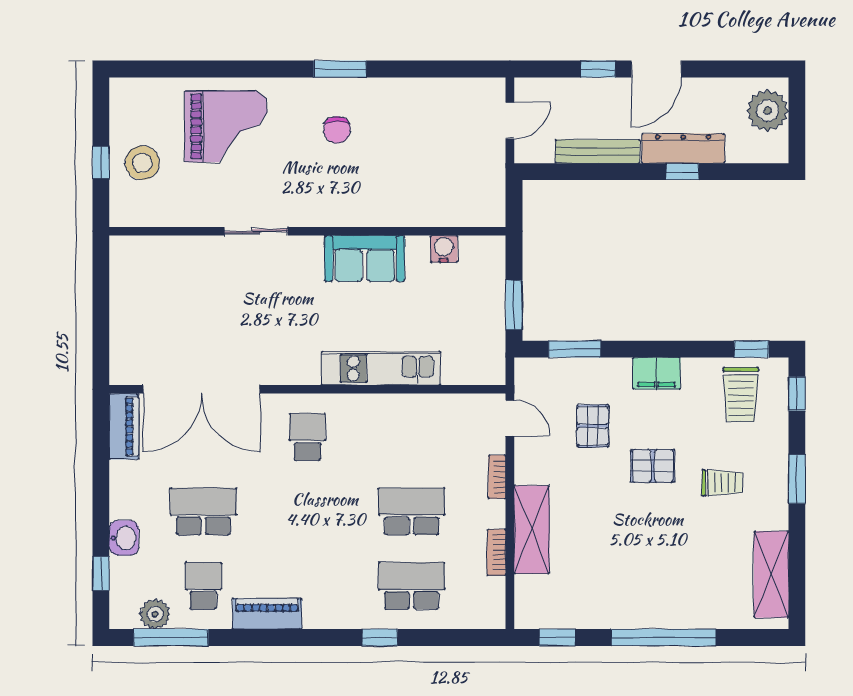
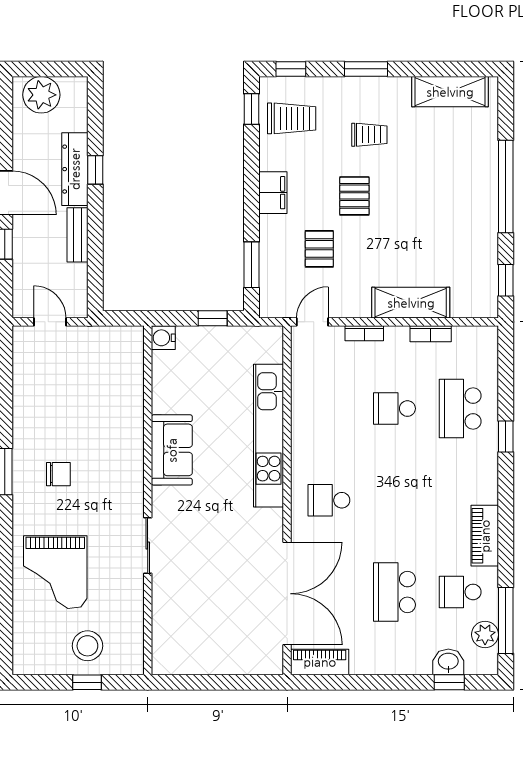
grand piano: (226, 126) -> (55, 572), turned 180
bench: (597, 152) -> (77, 235), width x0.73
water cooler: (444, 249) -> (163, 338), moved
window: (514, 305) -> (213, 318), width x0.67
kitchen unit: (381, 368) -> (269, 436), width x1.36
pallet: (593, 426) -> (319, 249), turned 90
trolley: (722, 483) -> (369, 135), turned 90
school desk: (412, 511) -> (395, 409), width x0.54
washbasin: (124, 538) -> (448, 662), moved

